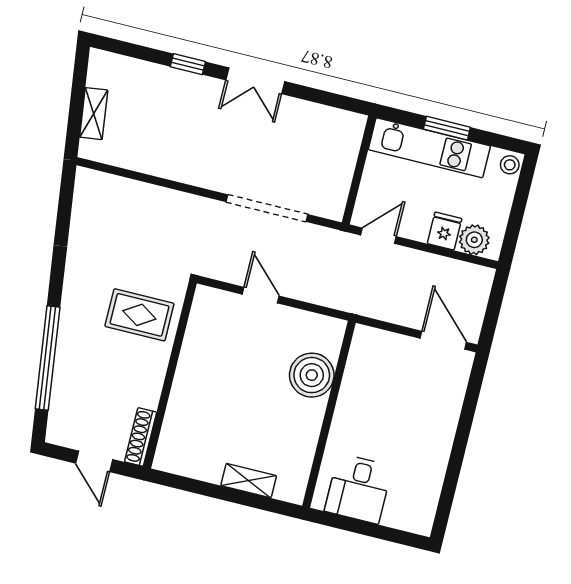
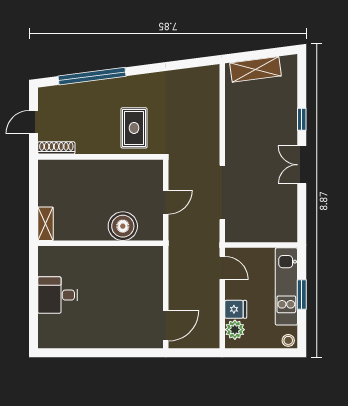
shelving: (94, 114) -> (256, 69), width x1.50, depth x1.33
boiler: (312, 375) -> (123, 226), moved
wall: (329, 414) -> (101, 243), moved

